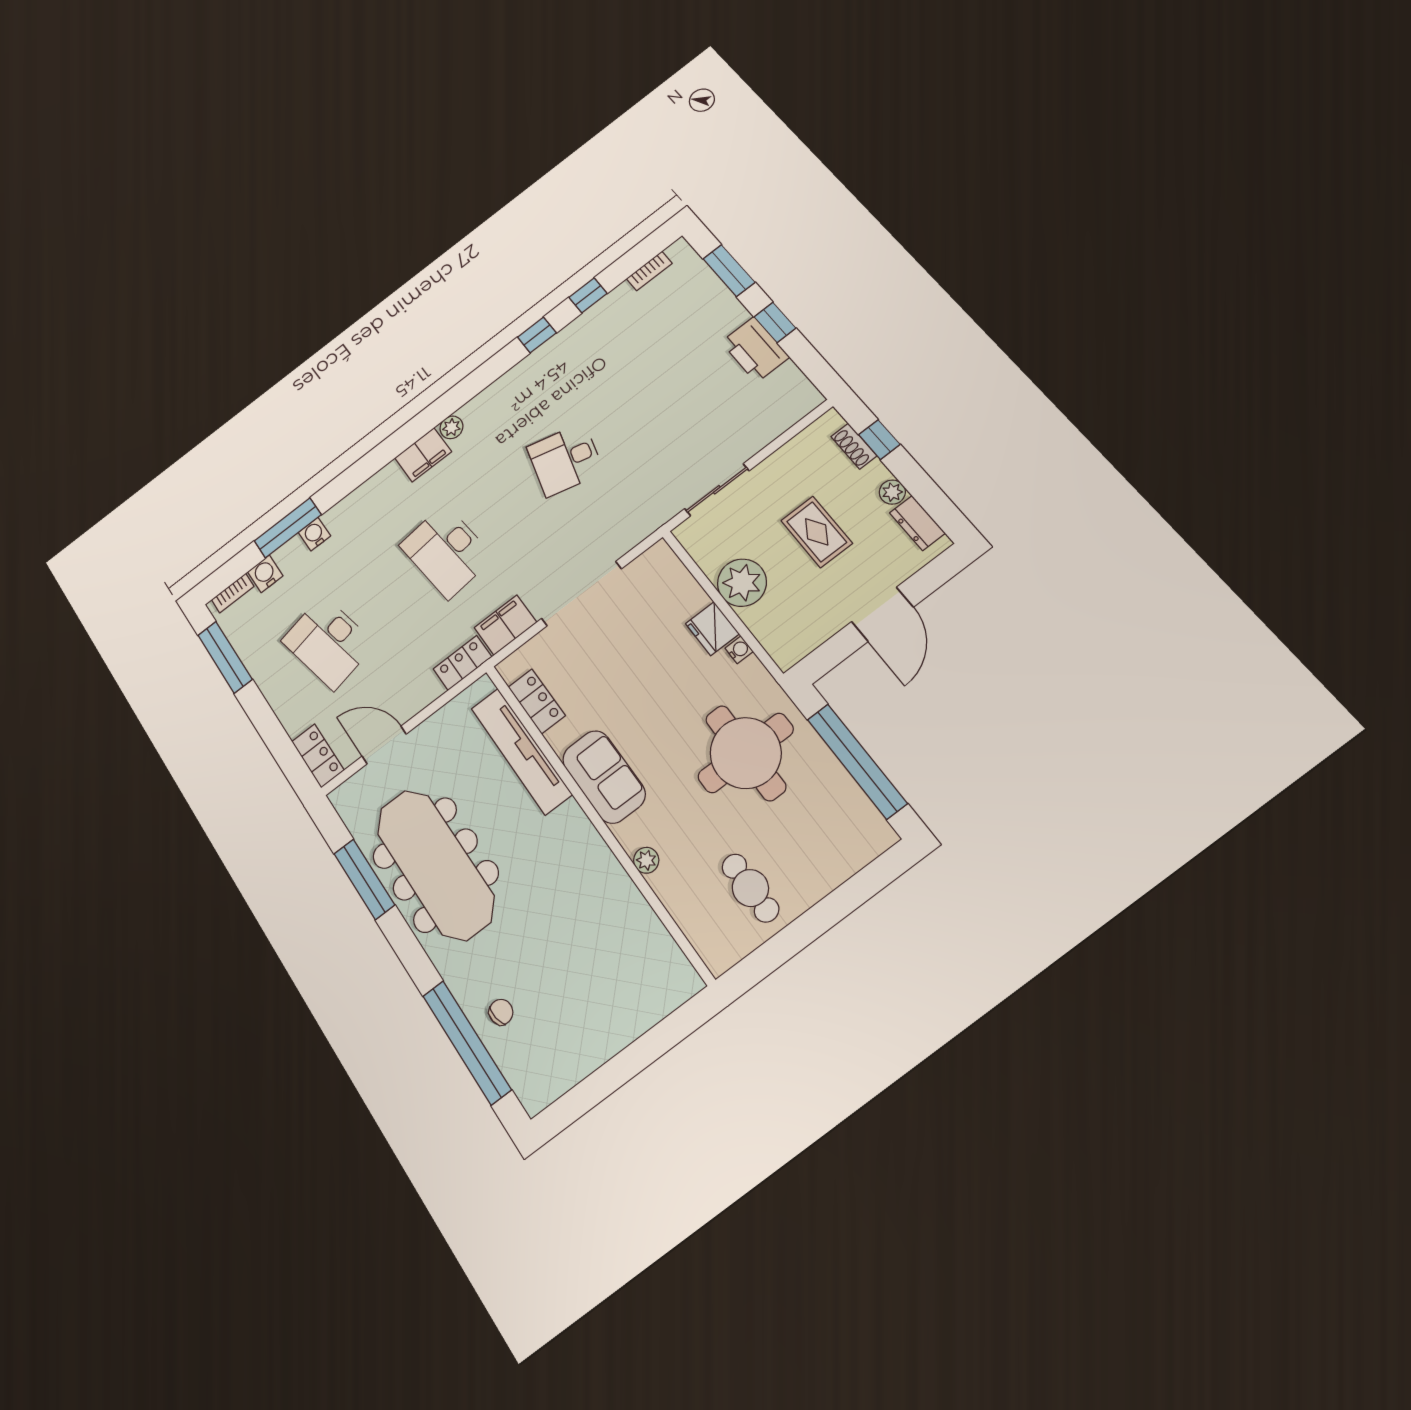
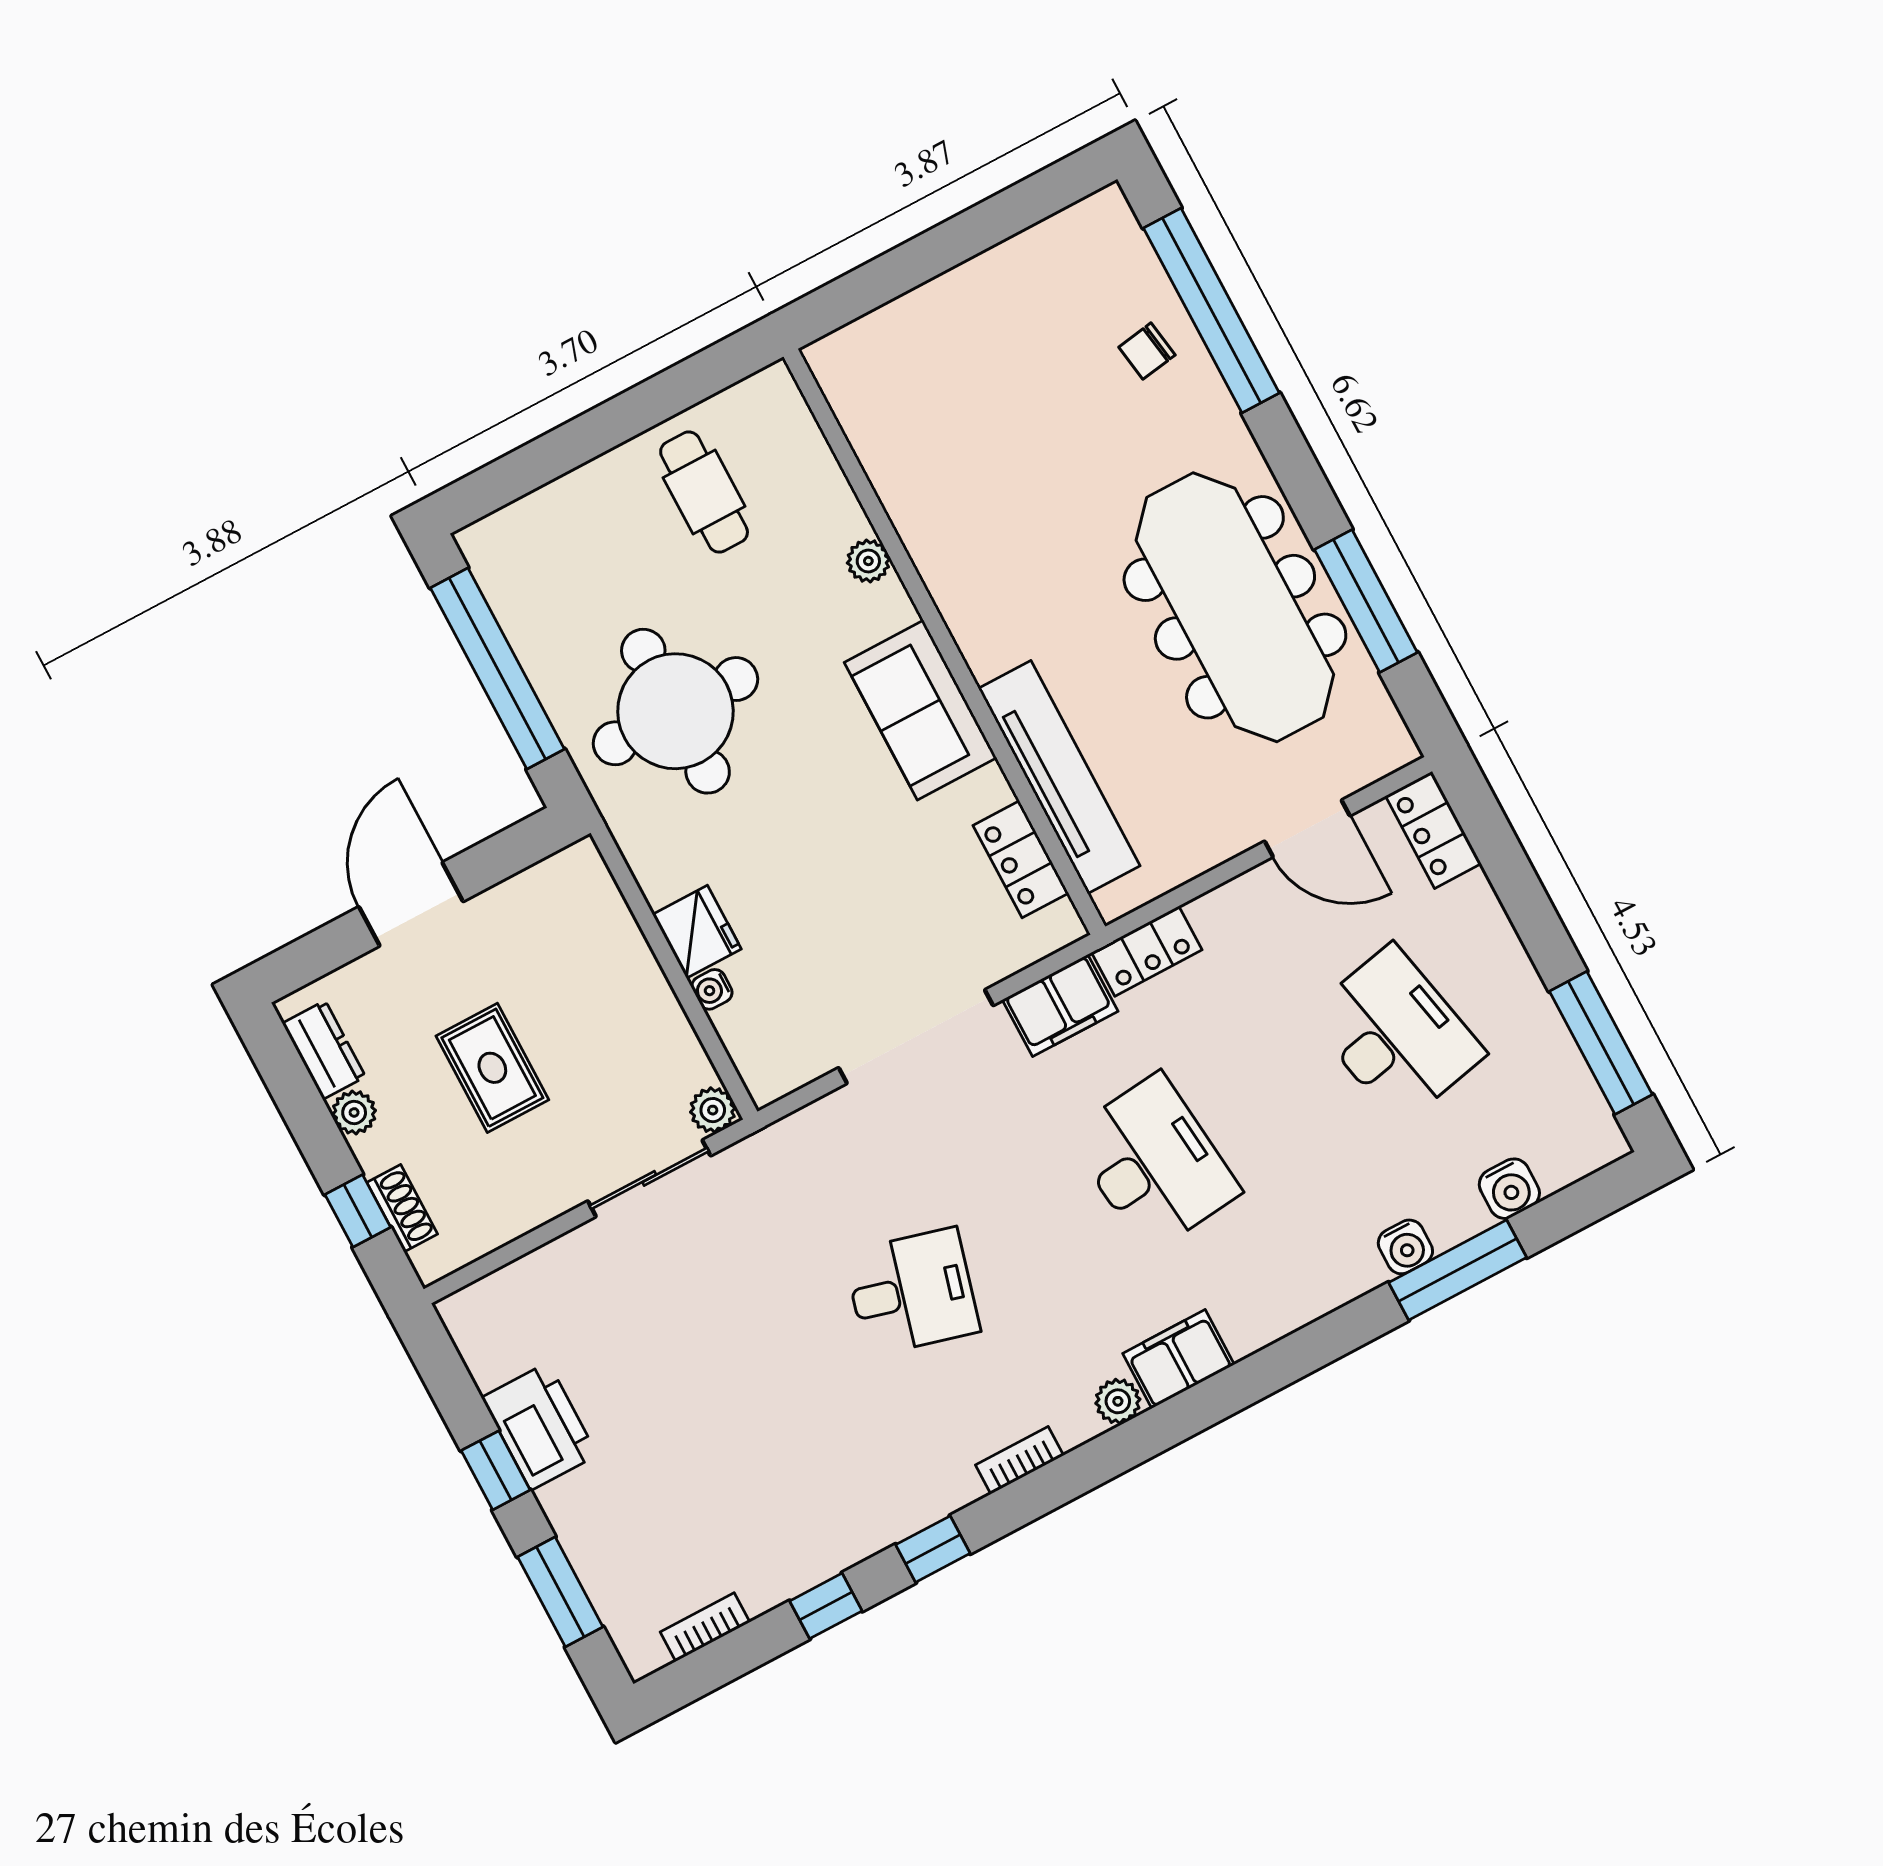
plant: (742, 583) -> (713, 1110), moved, width x0.53, depth x0.53
bookcase: (233, 593) -> (1020, 1460), moved
water cooler: (739, 650) -> (712, 989), moved

